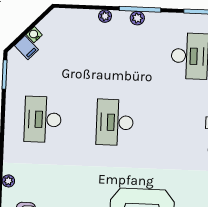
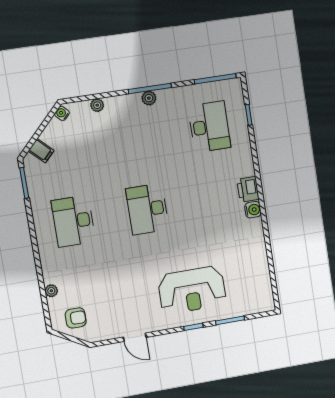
plant: (105, 16) -> (97, 105), moved
water cooler: (34, 35) -> (62, 113), moved

